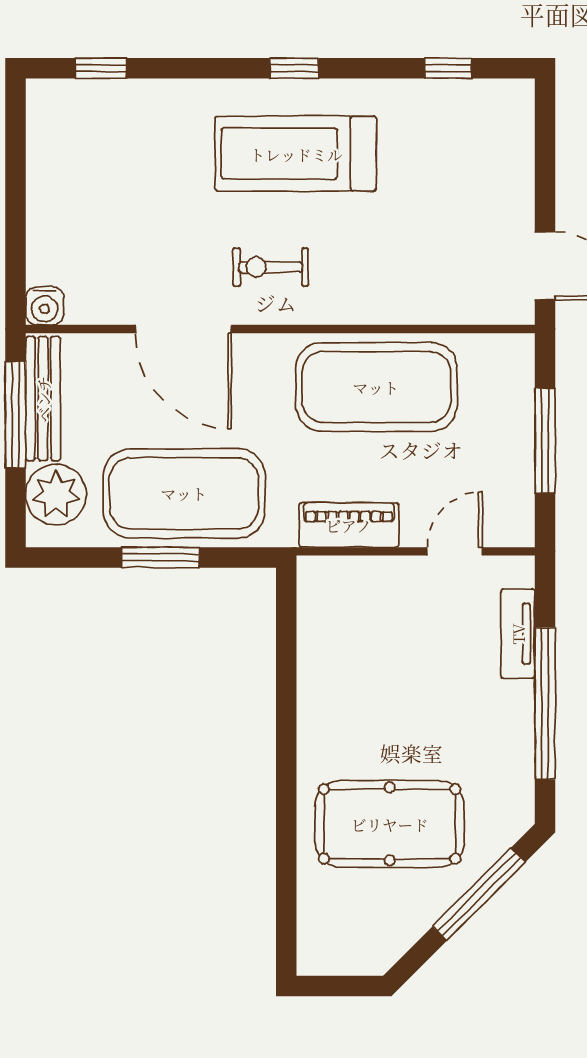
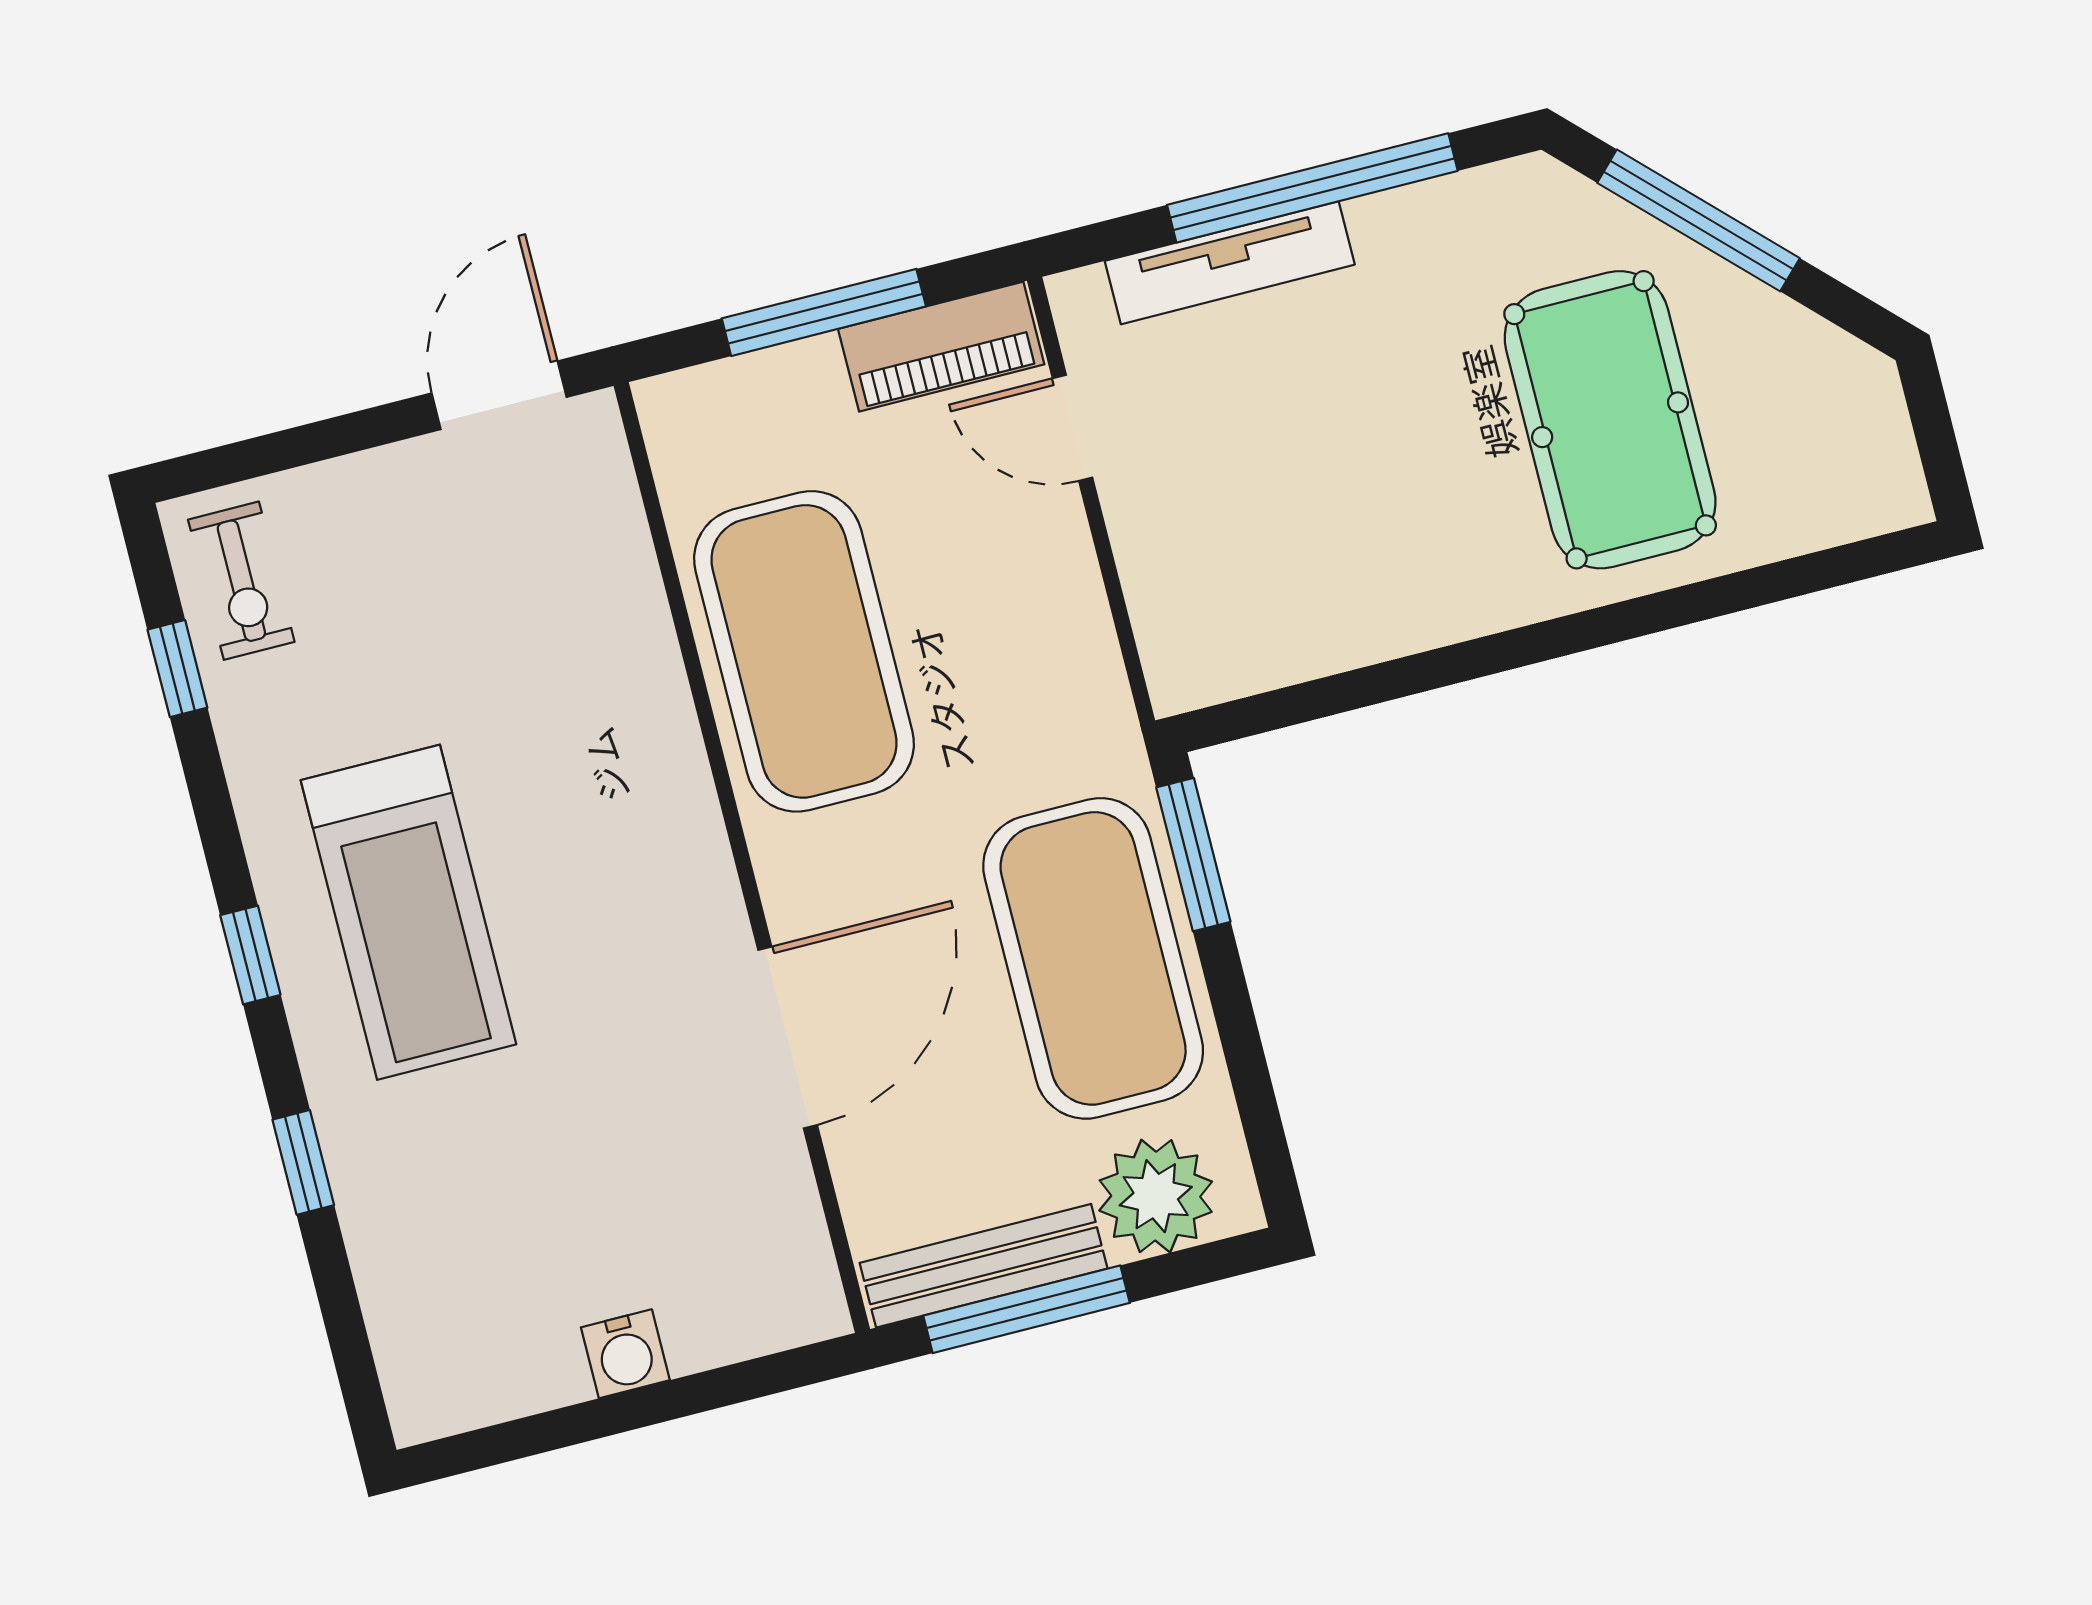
window: (101, 68) -> (303, 1162), moved
exercise bike: (270, 267) -> (241, 581), moved
water cooler: (45, 306) -> (625, 1354), moved, turned 90
piano: (349, 525) -> (941, 347), moved, turned -90
window: (160, 557) -> (1193, 855), moved
tv unit: (518, 634) -> (1230, 263), width x1.41

